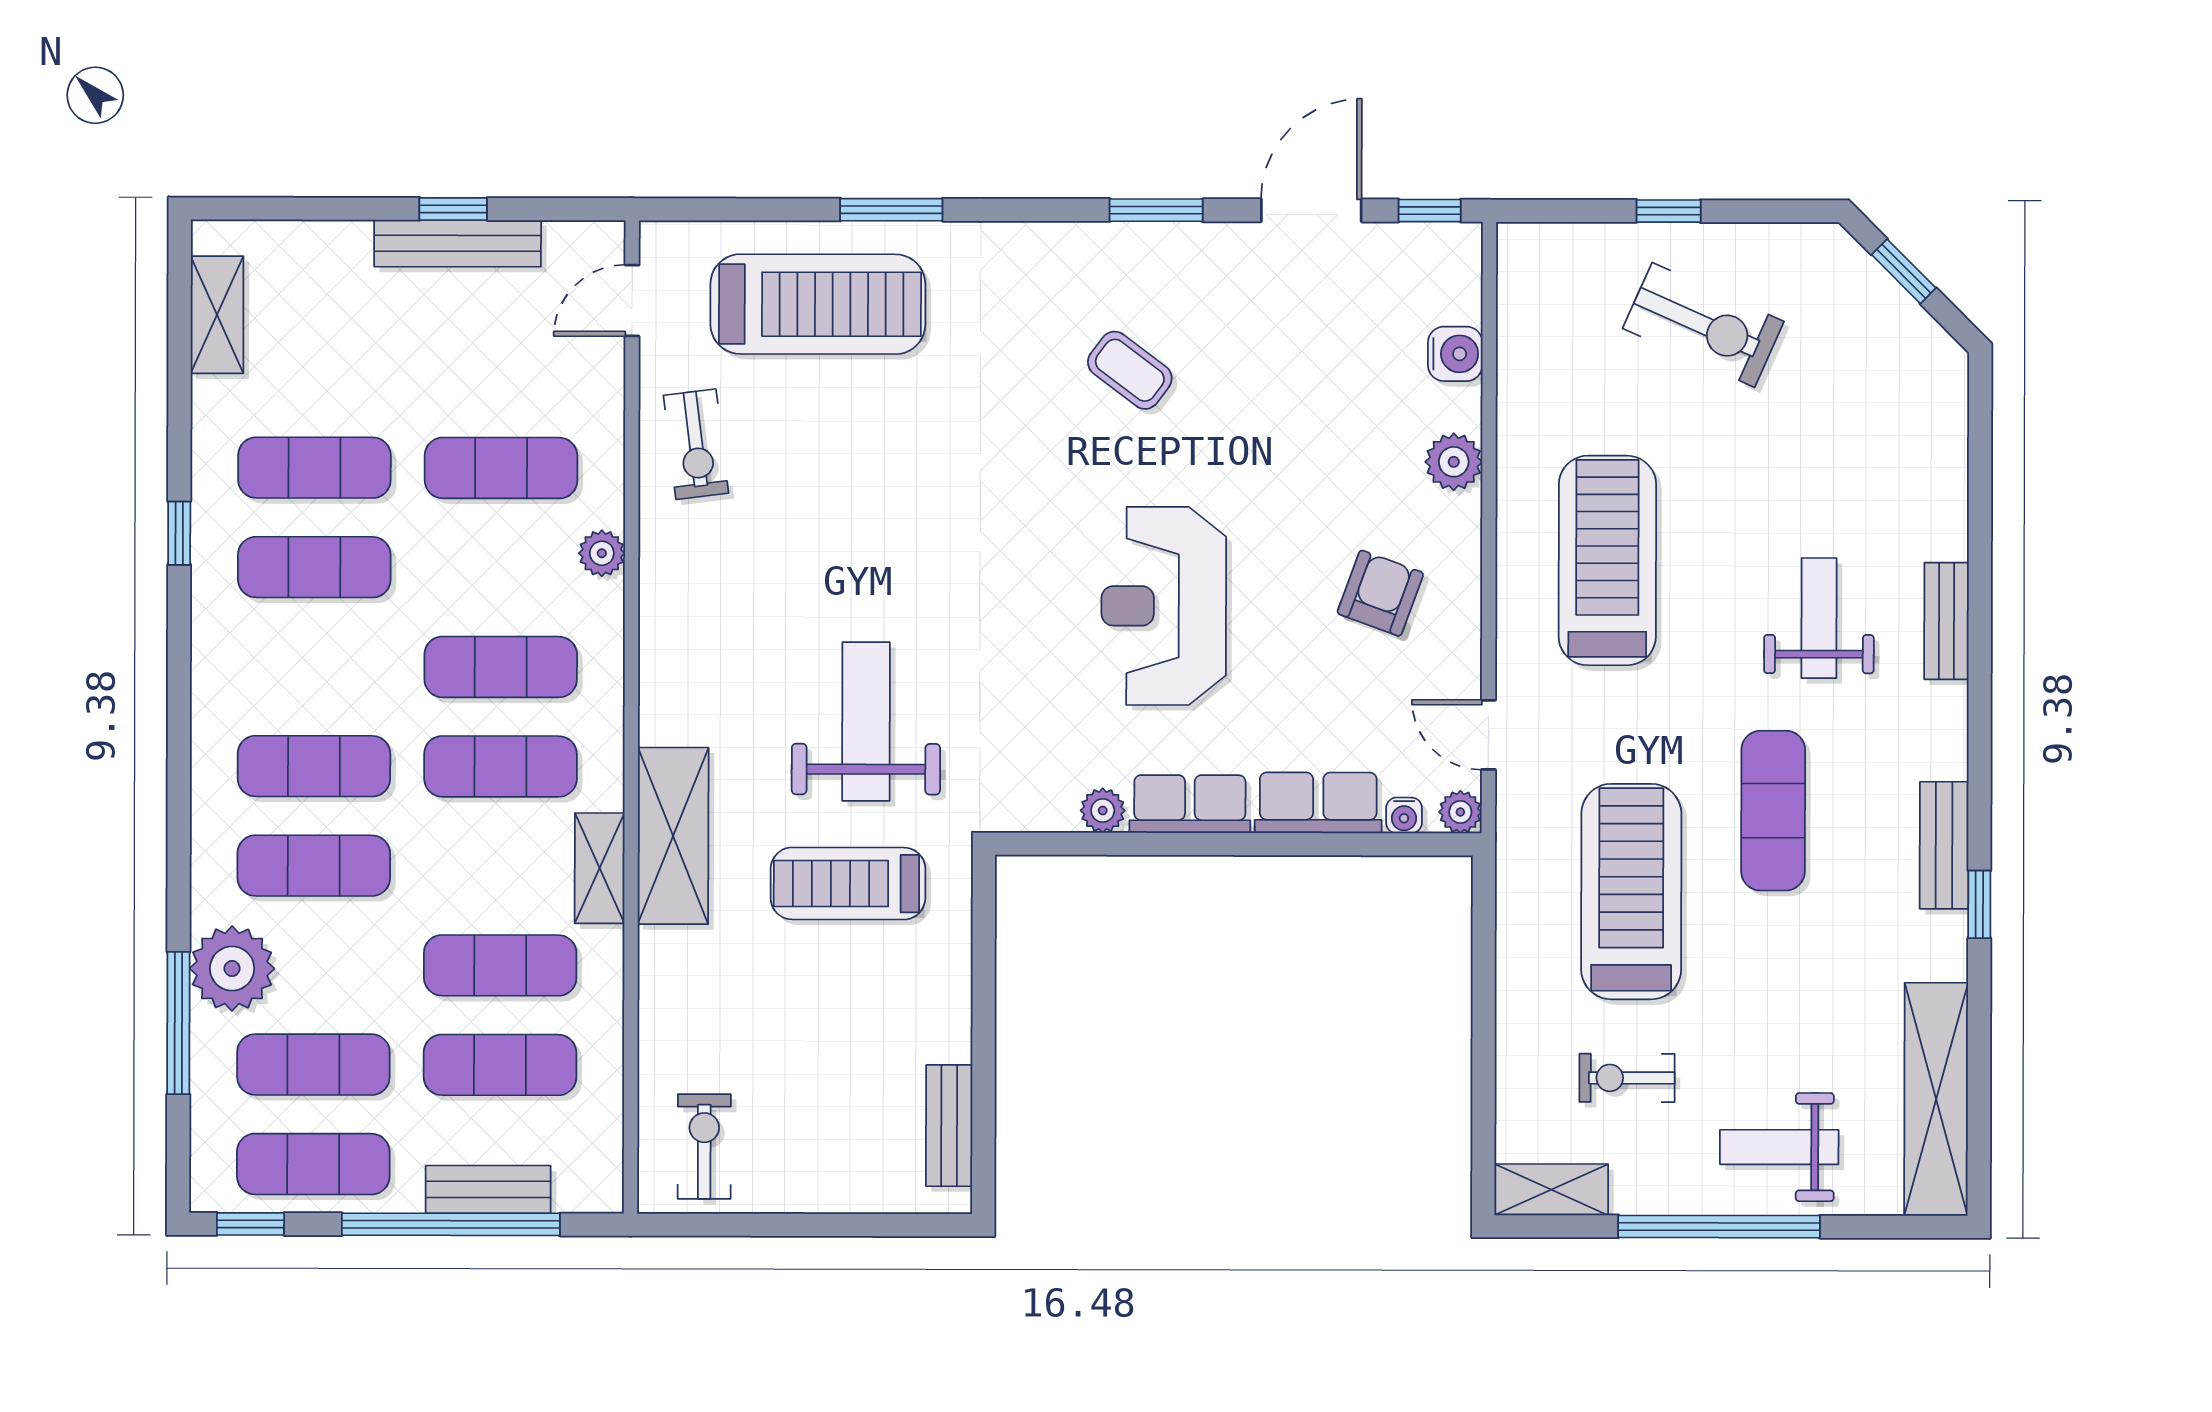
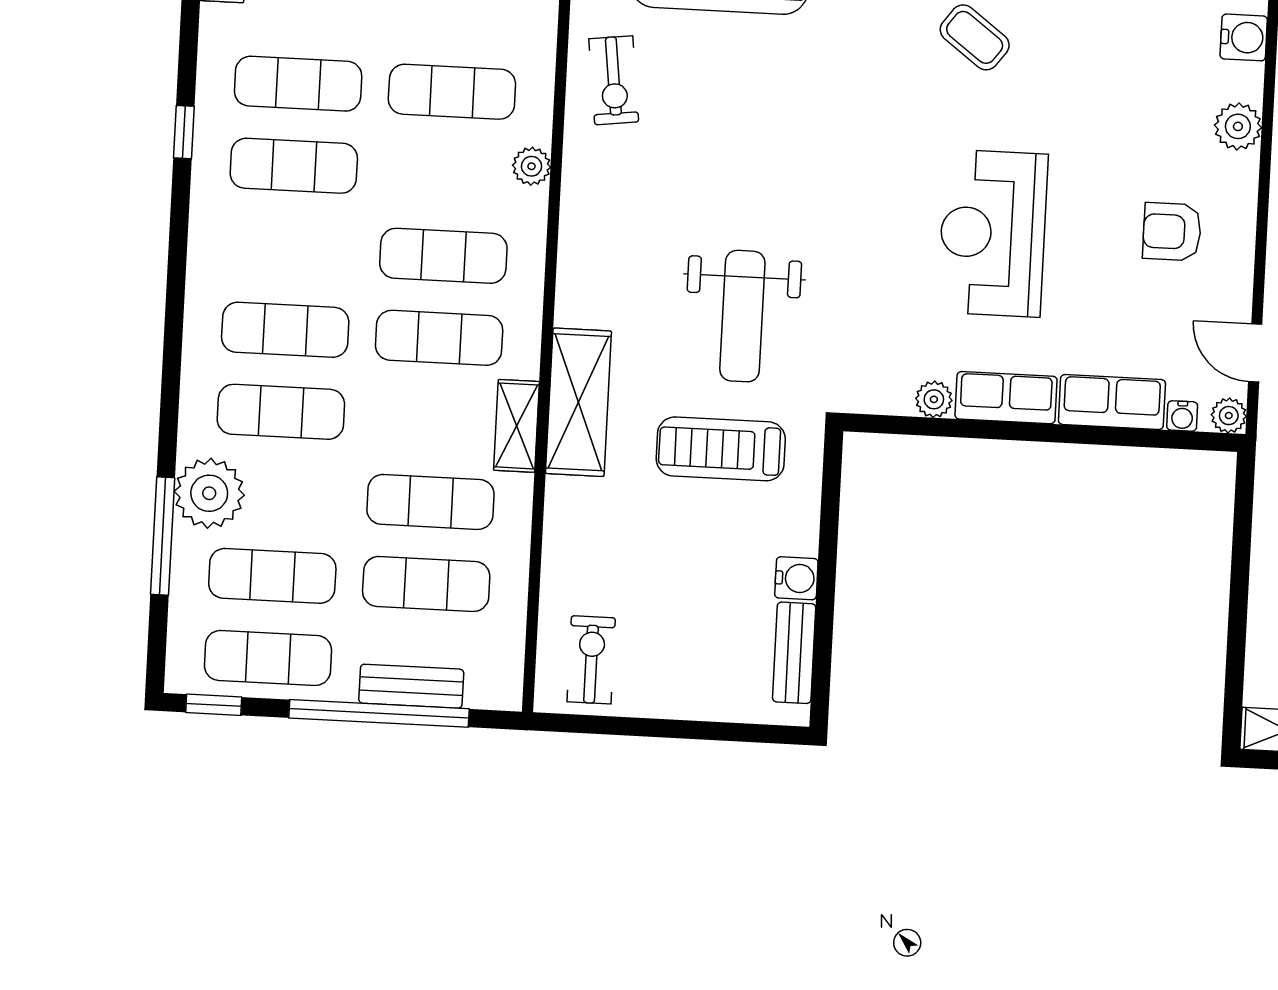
armchair: (1380, 593) -> (1172, 232), turned -110
weight bench: (866, 722) -> (742, 316), turned 180
water cooler: (947, 1035) -> (796, 578), added

